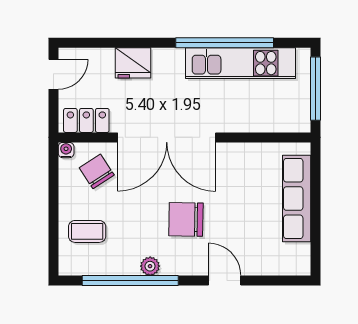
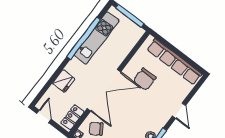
row of seats: (297, 199) -> (174, 62), width x1.36
chair: (186, 219) -> (145, 79), moved
door: (225, 281) -> (179, 111), swing flipped

